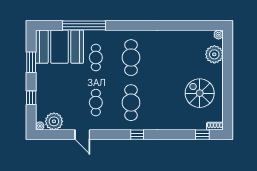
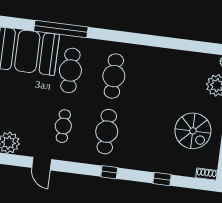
cafe table: (96, 58) -> (70, 70), width x1.37, depth x1.35
spiral stairs: (200, 93) -> (193, 131), turned 180
window: (202, 135) -> (162, 179), moved

